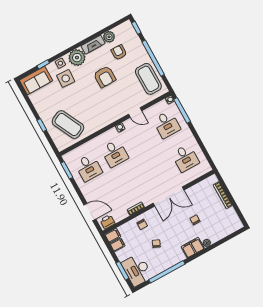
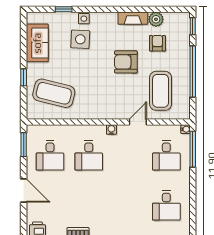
plant: (77, 58) -> (106, 23), removed
armchair: (105, 77) -> (126, 62), turned 90
coffee table: (148, 79) -> (161, 91), moved
sofa: (36, 80) -> (37, 43), moved, turned -90
door: (135, 113) -> (138, 122), swing flipped
coffee table: (68, 125) -> (54, 93), turned -50
door: (90, 212) -> (24, 191), moved

